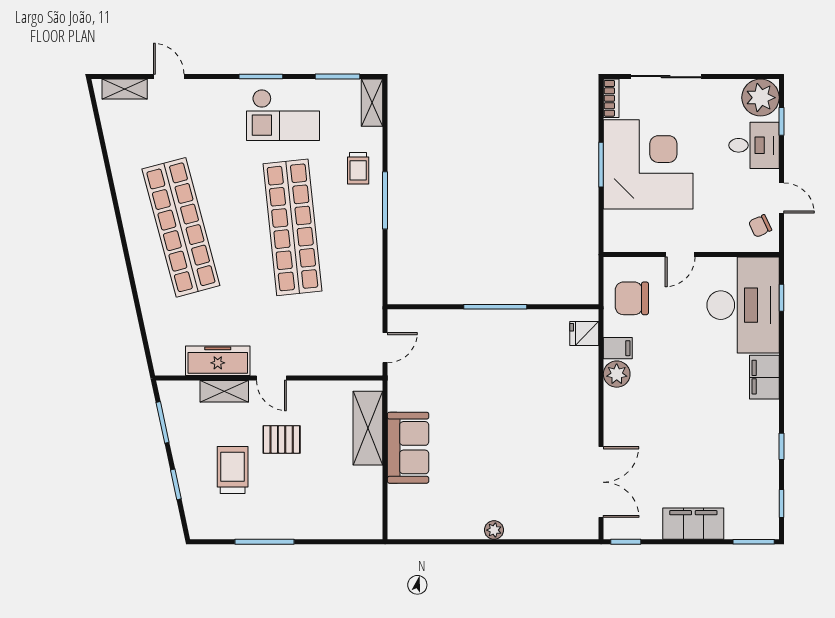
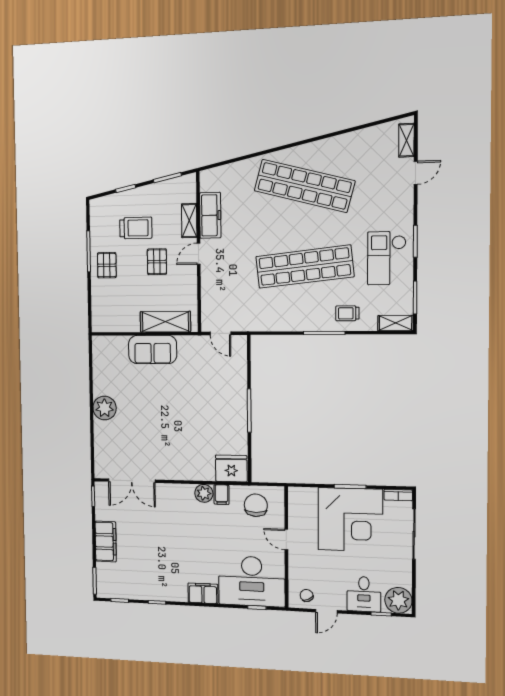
shop shelf: (181, 227) -> (304, 186), turned 30
fridge: (584, 334) -> (231, 468), width x1.88, depth x1.34
pallet: (285, 515) -> (107, 265), added
plant: (494, 530) -> (105, 408), width x1.88, depth x1.88

